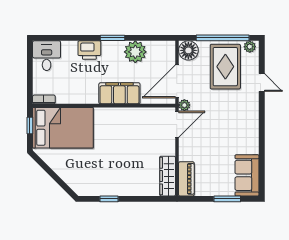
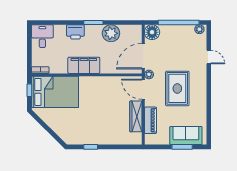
rug: (225, 67) -> (177, 88), moved
filing cabinet: (119, 93) -> (84, 65), moved
door: (177, 124) -> (143, 89), swing flipped
sofa: (247, 175) -> (186, 136), moved, turned 90
wardrobe: (168, 176) -> (136, 116), moved
piano: (186, 179) -> (150, 120), moved

